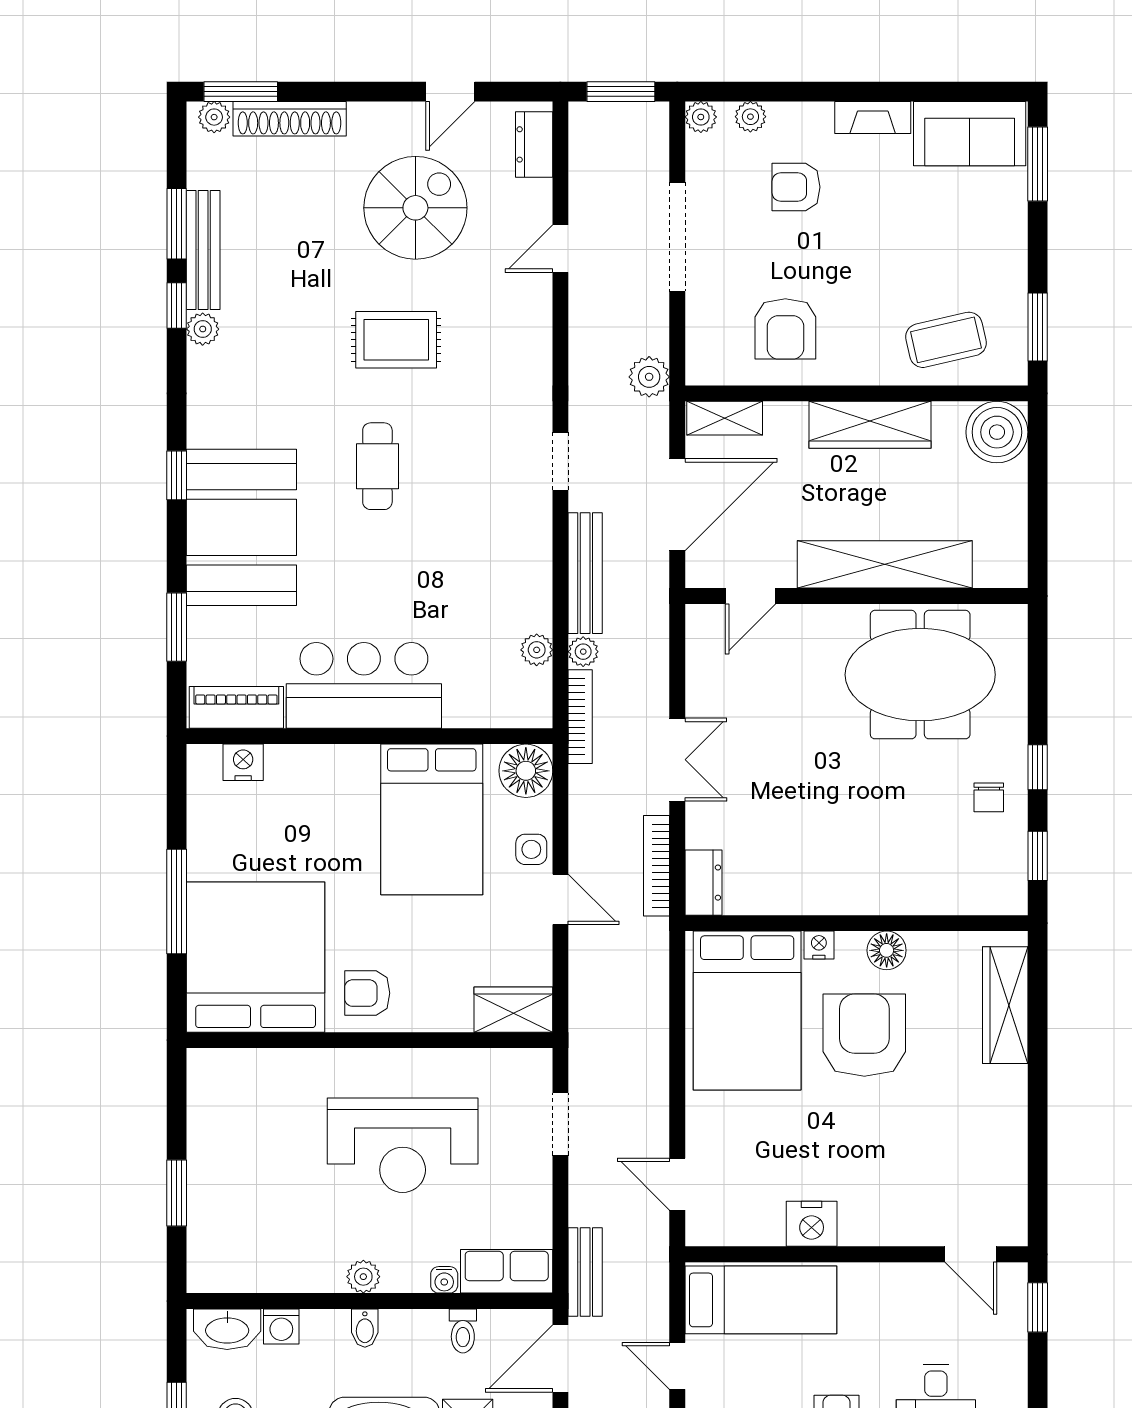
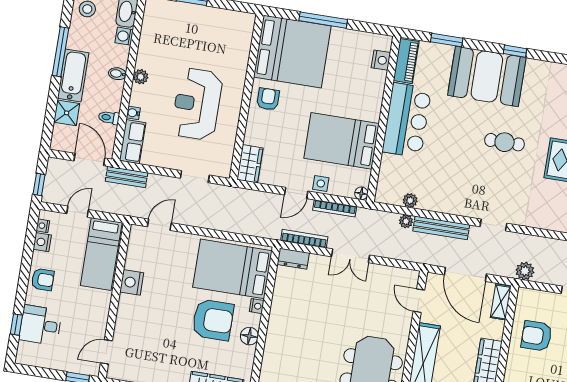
bookcase: (580, 717) -> (335, 208), moved
floor lamp: (526, 771) -> (361, 193), width x0.53, depth x0.53

